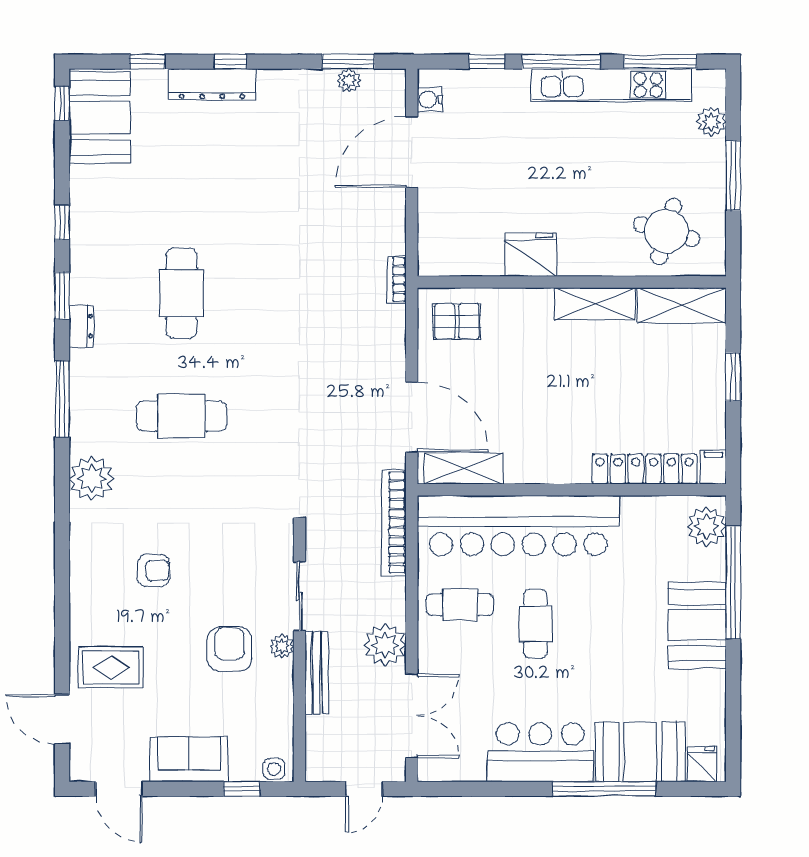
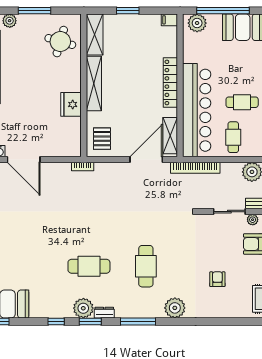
plant: (91, 281) -> (83, 308), added
shelving: (595, 304) -> (94, 83), width x1.47
locker: (645, 469) -> (170, 82), moved

